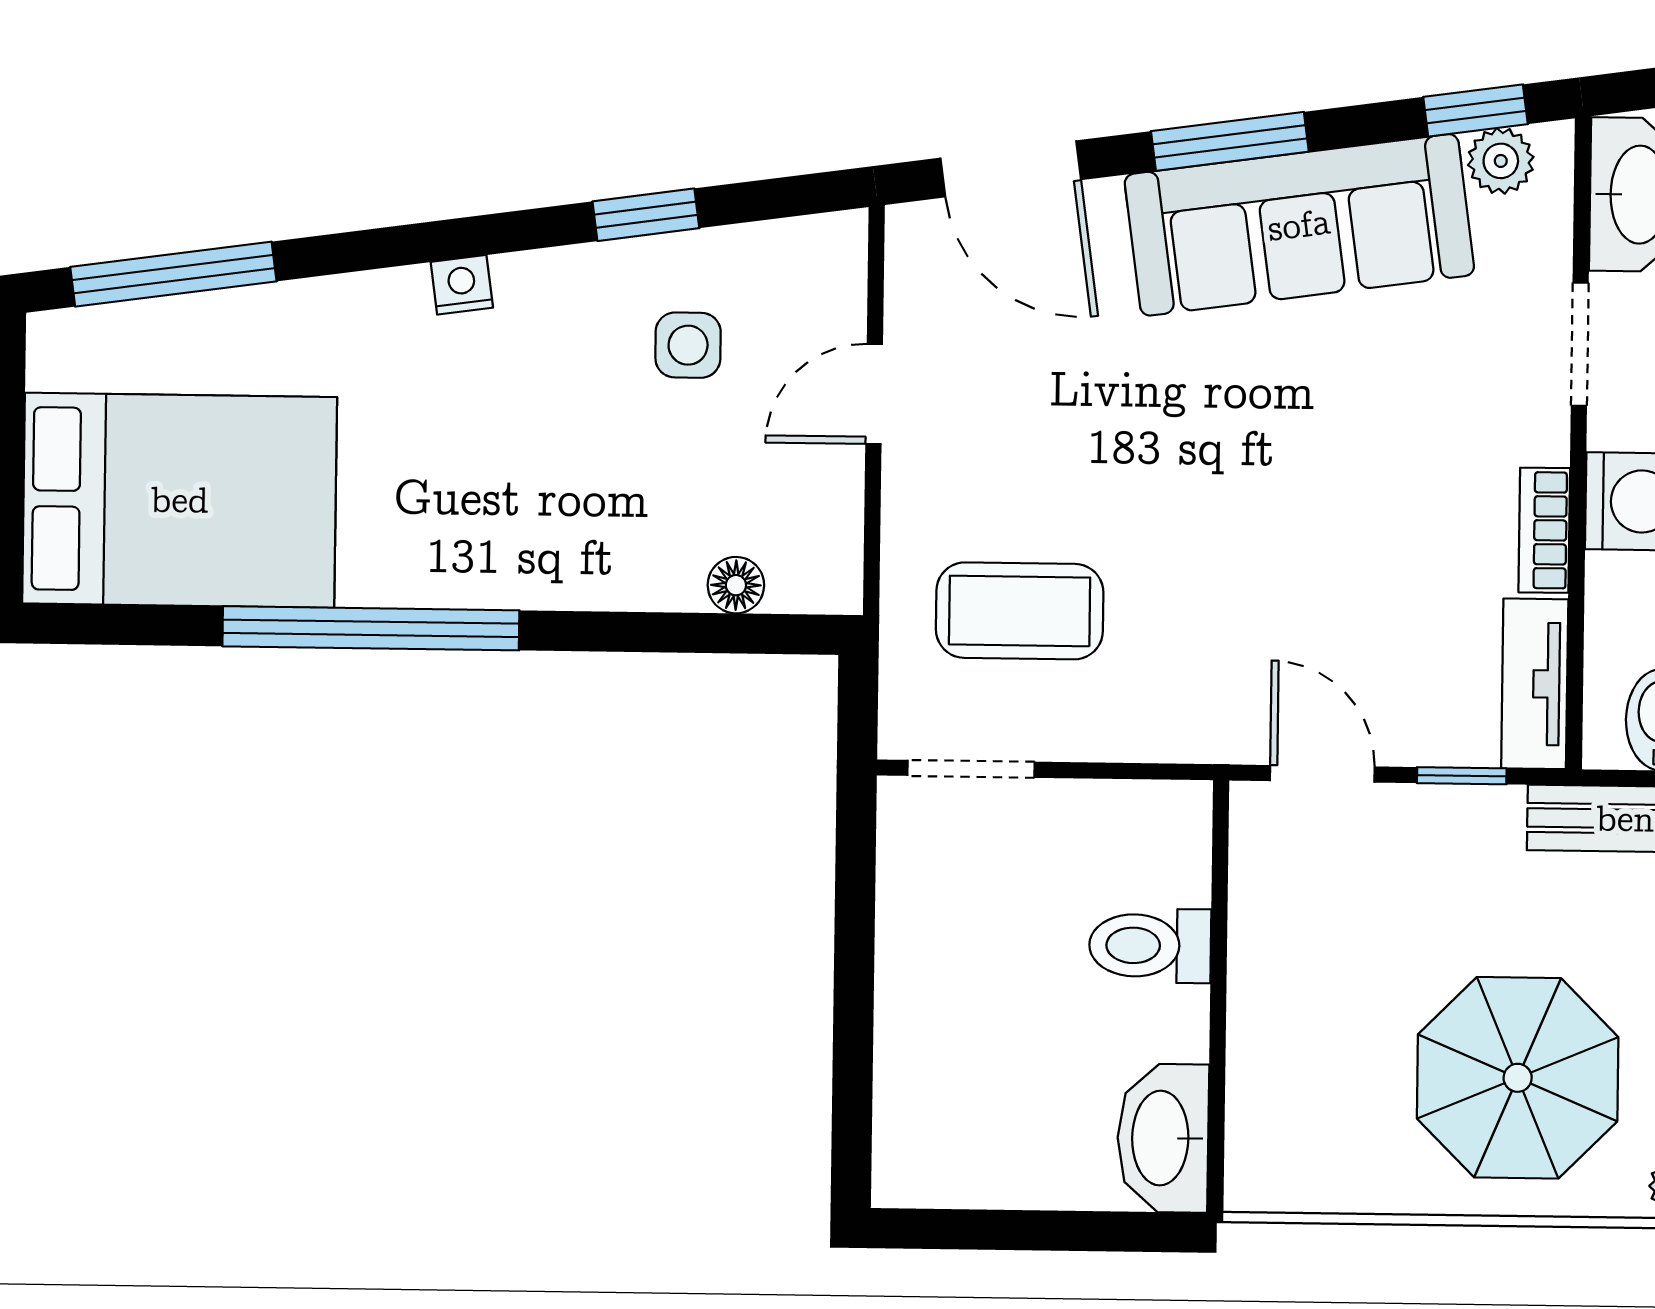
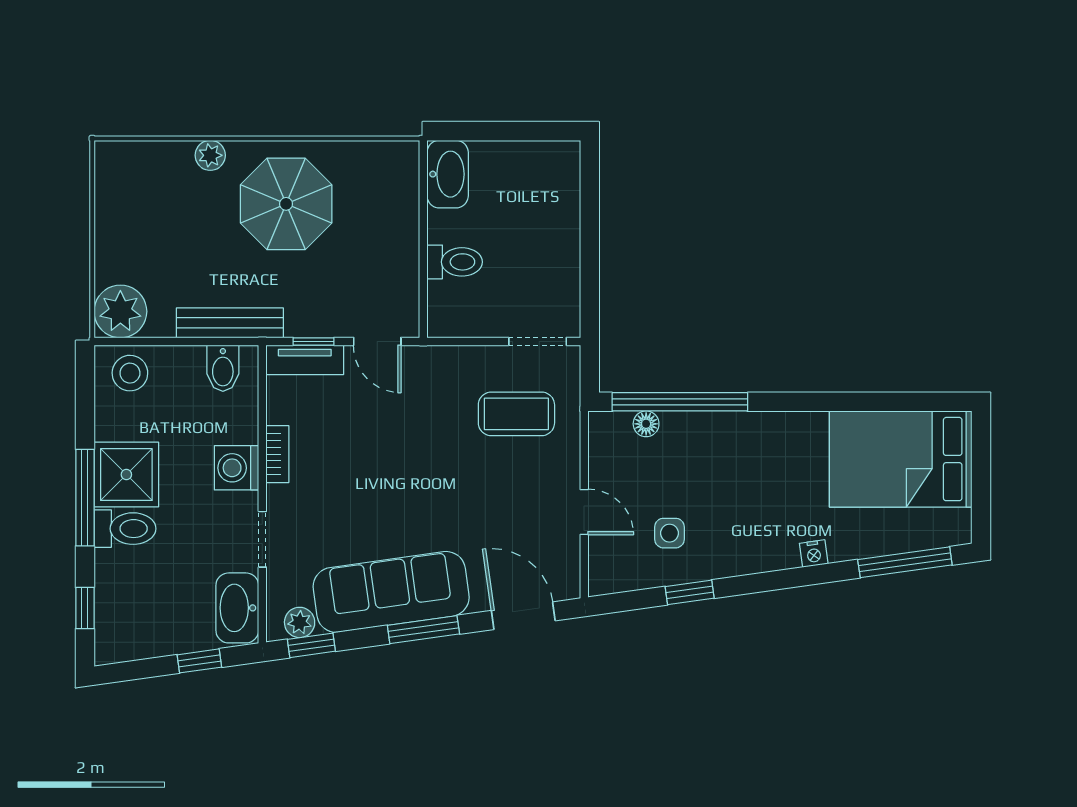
nightstand: (462, 285) -> (814, 554), moved
door: (874, 394) -> (584, 512), hinge flipped
window: (371, 628) -> (680, 402), moved
tv unit: (1535, 684) -> (305, 360), moved, turned 90

